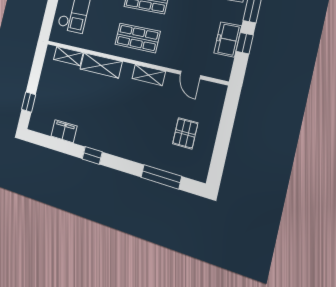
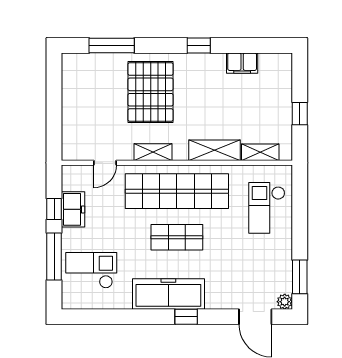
shop shelf: (137, 38) -> (177, 191), width x2.00, depth x1.36
door: (190, 75) -> (105, 163), swing flipped
window: (29, 102) -> (300, 114), moved
pallet: (185, 133) -> (151, 92), moved, width x2.05, depth x2.00

